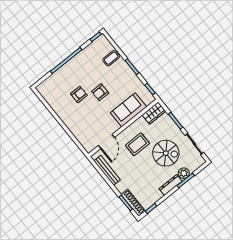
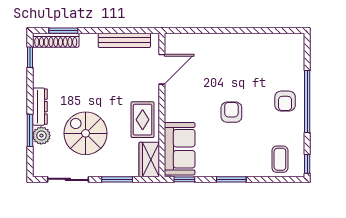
coffee table: (111, 58) -> (280, 159), moved
armchair: (79, 94) -> (285, 101), moved
sofa: (128, 110) -> (180, 149), moved
door: (106, 142) -> (162, 69), swing flipped
rug: (137, 144) -> (143, 120), moved
spiral stairs: (166, 153) -> (86, 133), turned 90

